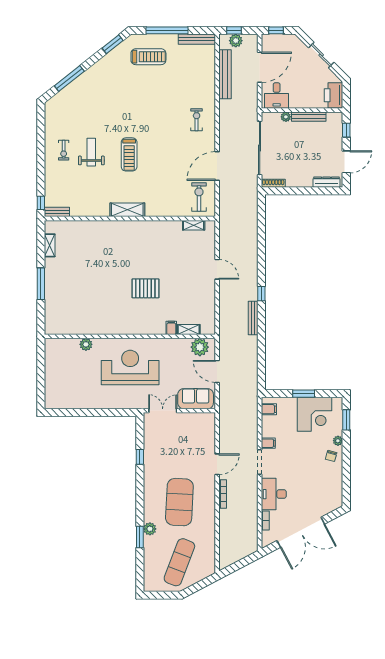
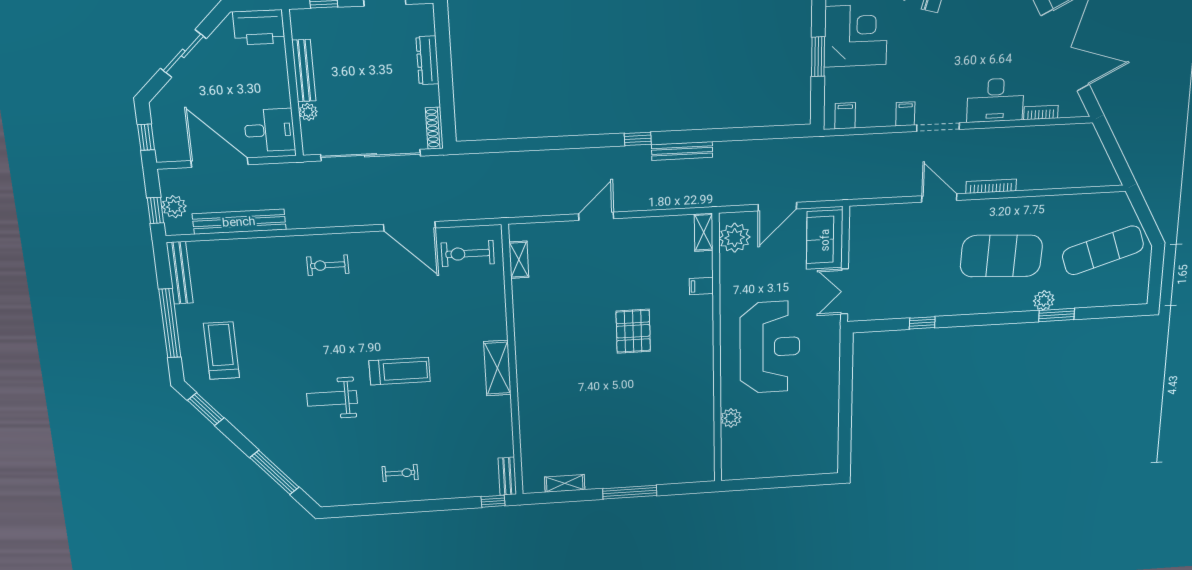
weight bench: (91, 152) -> (332, 398), moved
dresser: (327, 182) -> (427, 60), moved
shelving: (189, 330) -> (704, 232), moved
reception desk: (130, 367) -> (770, 347), turned 180
exercise mat: (179, 562) -> (1103, 250), turned -39

